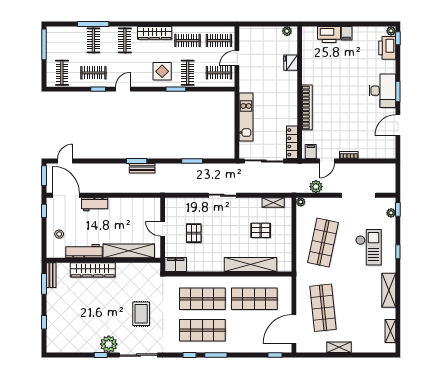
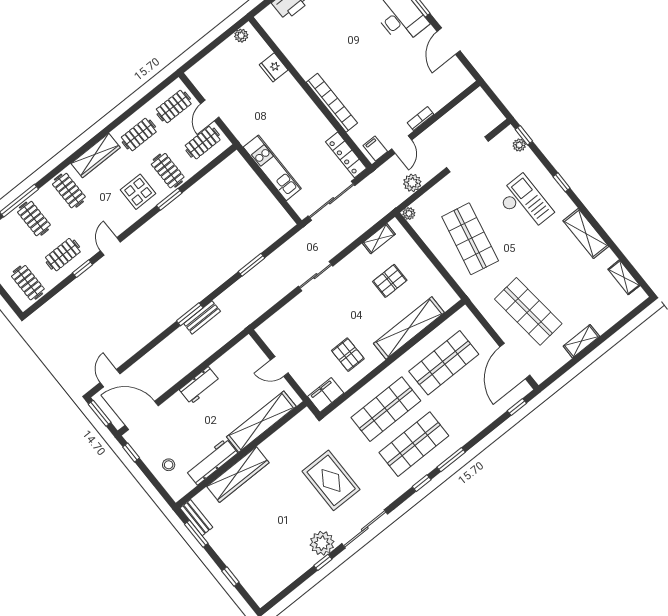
workbench: (95, 204) -> (200, 385), moved
pallet: (194, 233) -> (348, 355), moved
rug: (141, 314) -> (331, 480), width x1.36, depth x1.43

